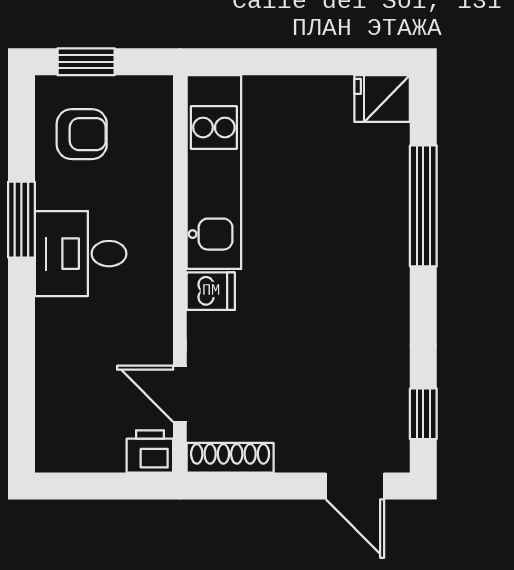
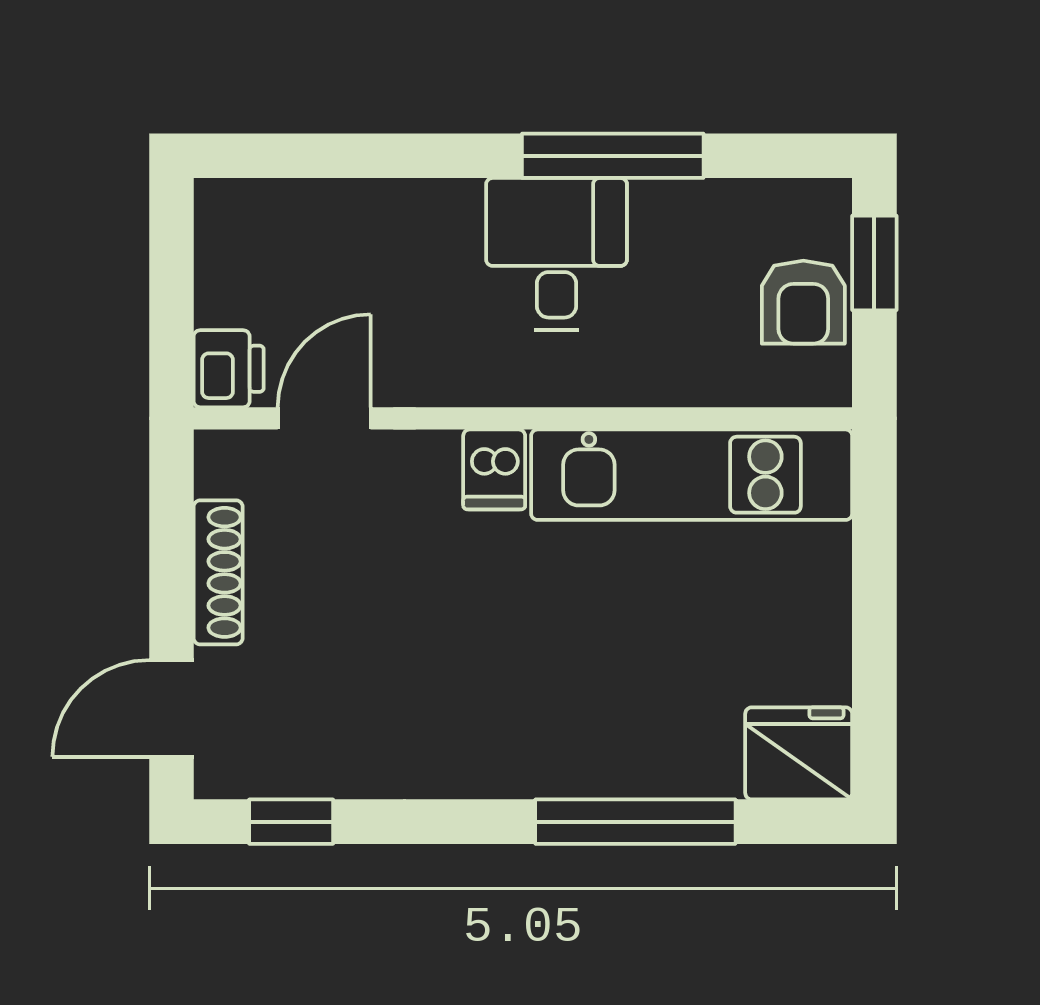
fridge: (382, 98) -> (799, 753), width x1.38
armchair: (82, 134) -> (803, 302), moved
window: (21, 220) -> (613, 156), width x1.44
shoe rack: (230, 458) -> (218, 572), moved

